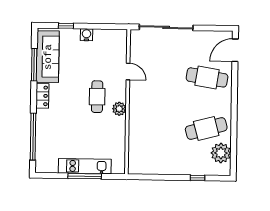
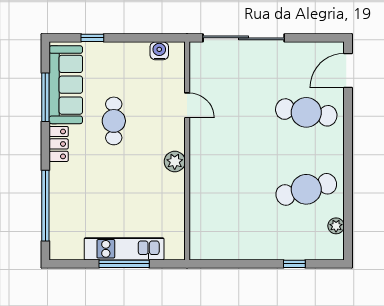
water cooler: (86, 35) -> (159, 51), moved
cafe table: (97, 97) -> (114, 121), moved
plant: (221, 153) -> (336, 226), width x0.53, depth x0.53

